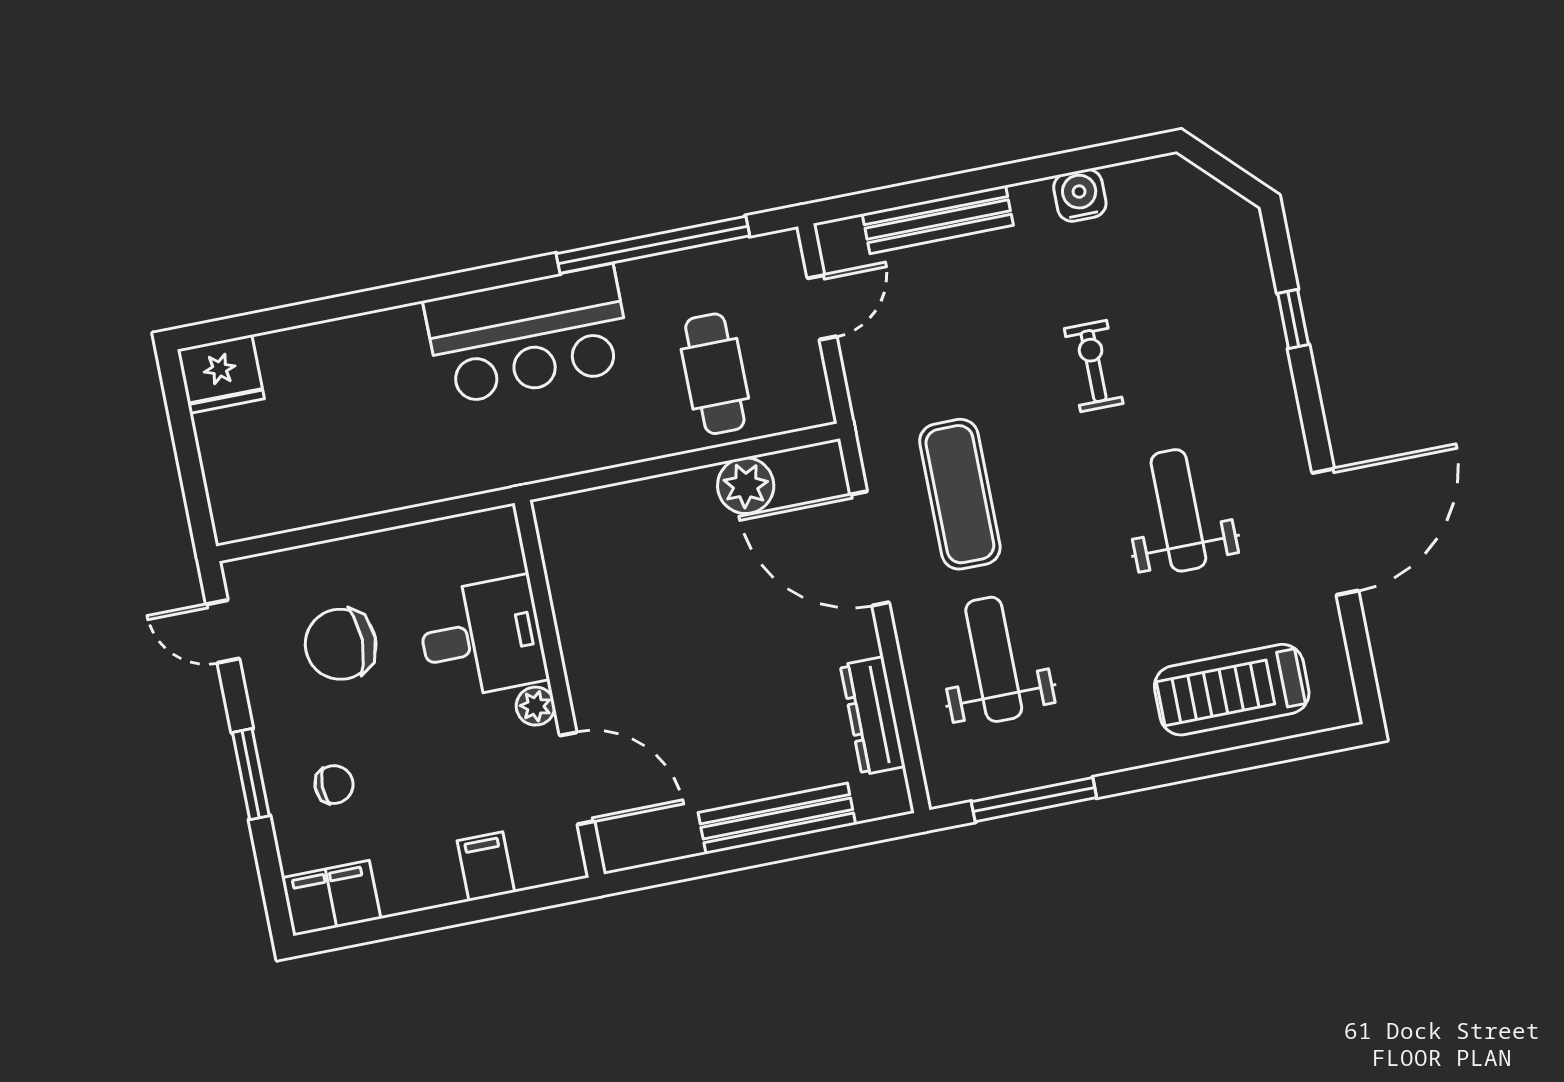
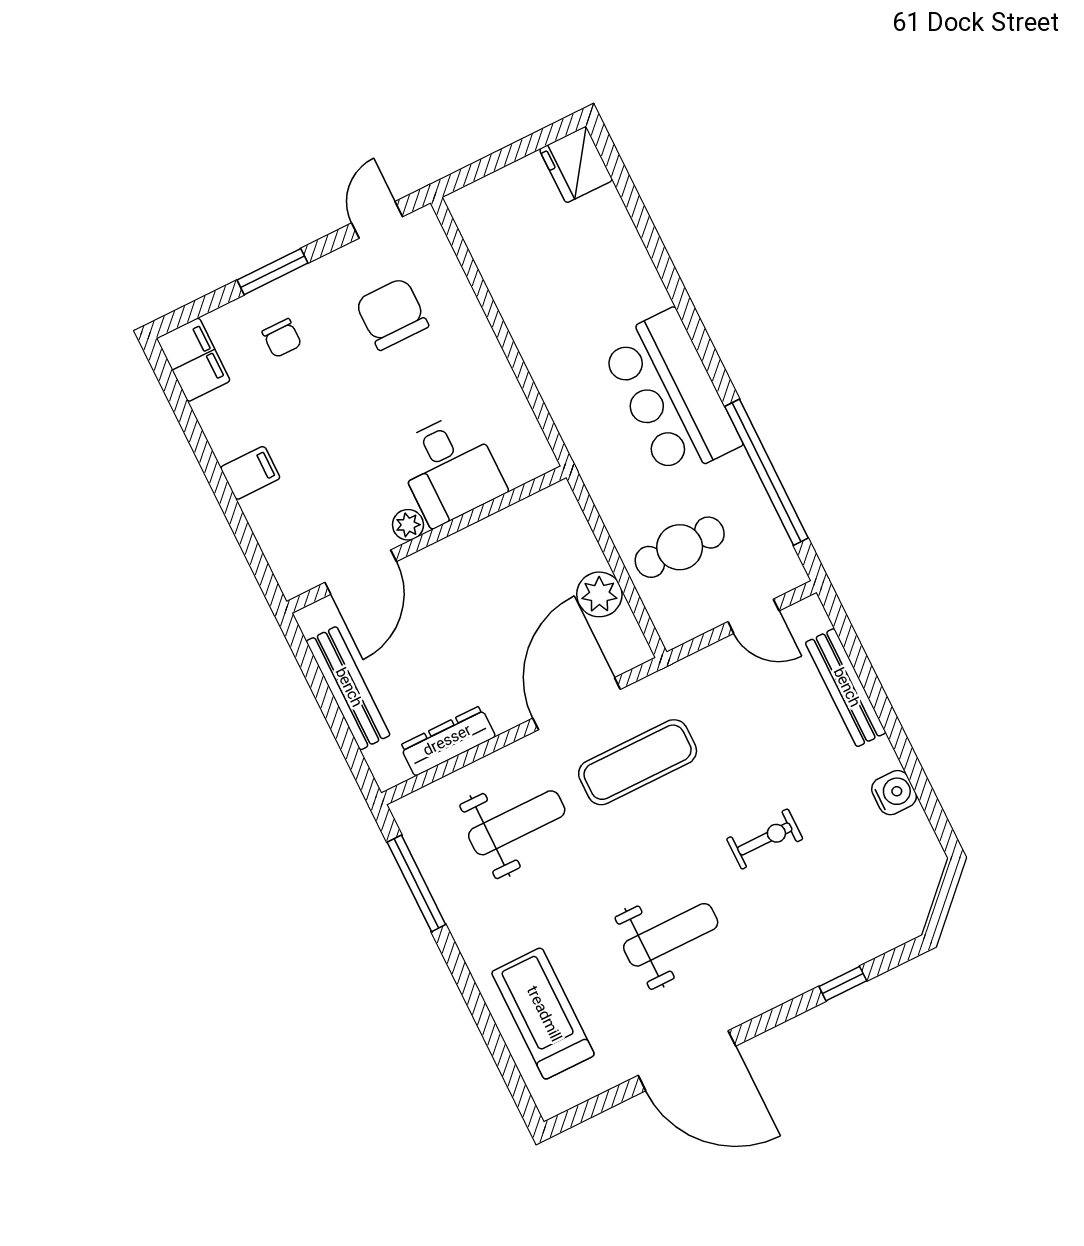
desk: (482, 638) -> (450, 469), moved
wall: (559, 689) -> (426, 540), moved
plant: (536, 706) -> (408, 525), moved
door: (577, 778) -> (361, 572), moved

